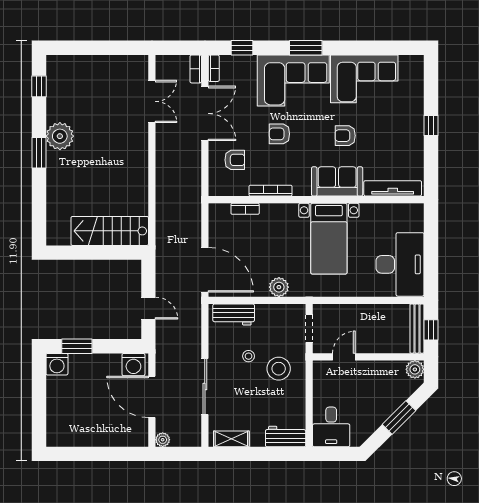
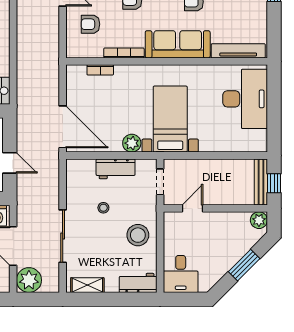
armchair: (235, 160) -> (91, 24), turned 180
sofa: (337, 181) -> (178, 44), width x1.36
bed with nightstands: (329, 239) -> (170, 119), moved, turned 180
desk: (400, 264) -> (245, 99), moved
workbench: (234, 315) -> (116, 169), moved
stool: (279, 369) -> (138, 235), moved
plant: (163, 440) -> (29, 280), width x1.87, depth x1.87

